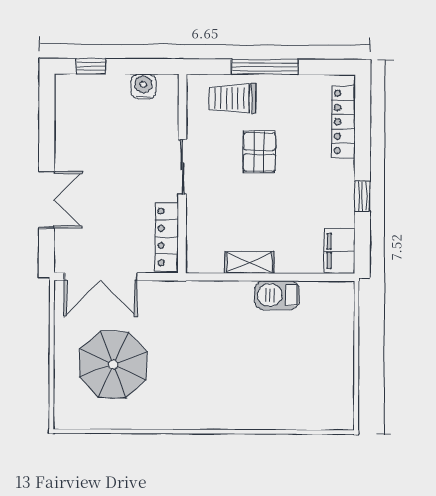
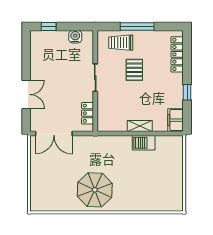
locker: (167, 237) -> (87, 113), width x0.66
shelving: (249, 262) -> (140, 126), moved
parasol: (113, 365) -> (95, 190), moved

